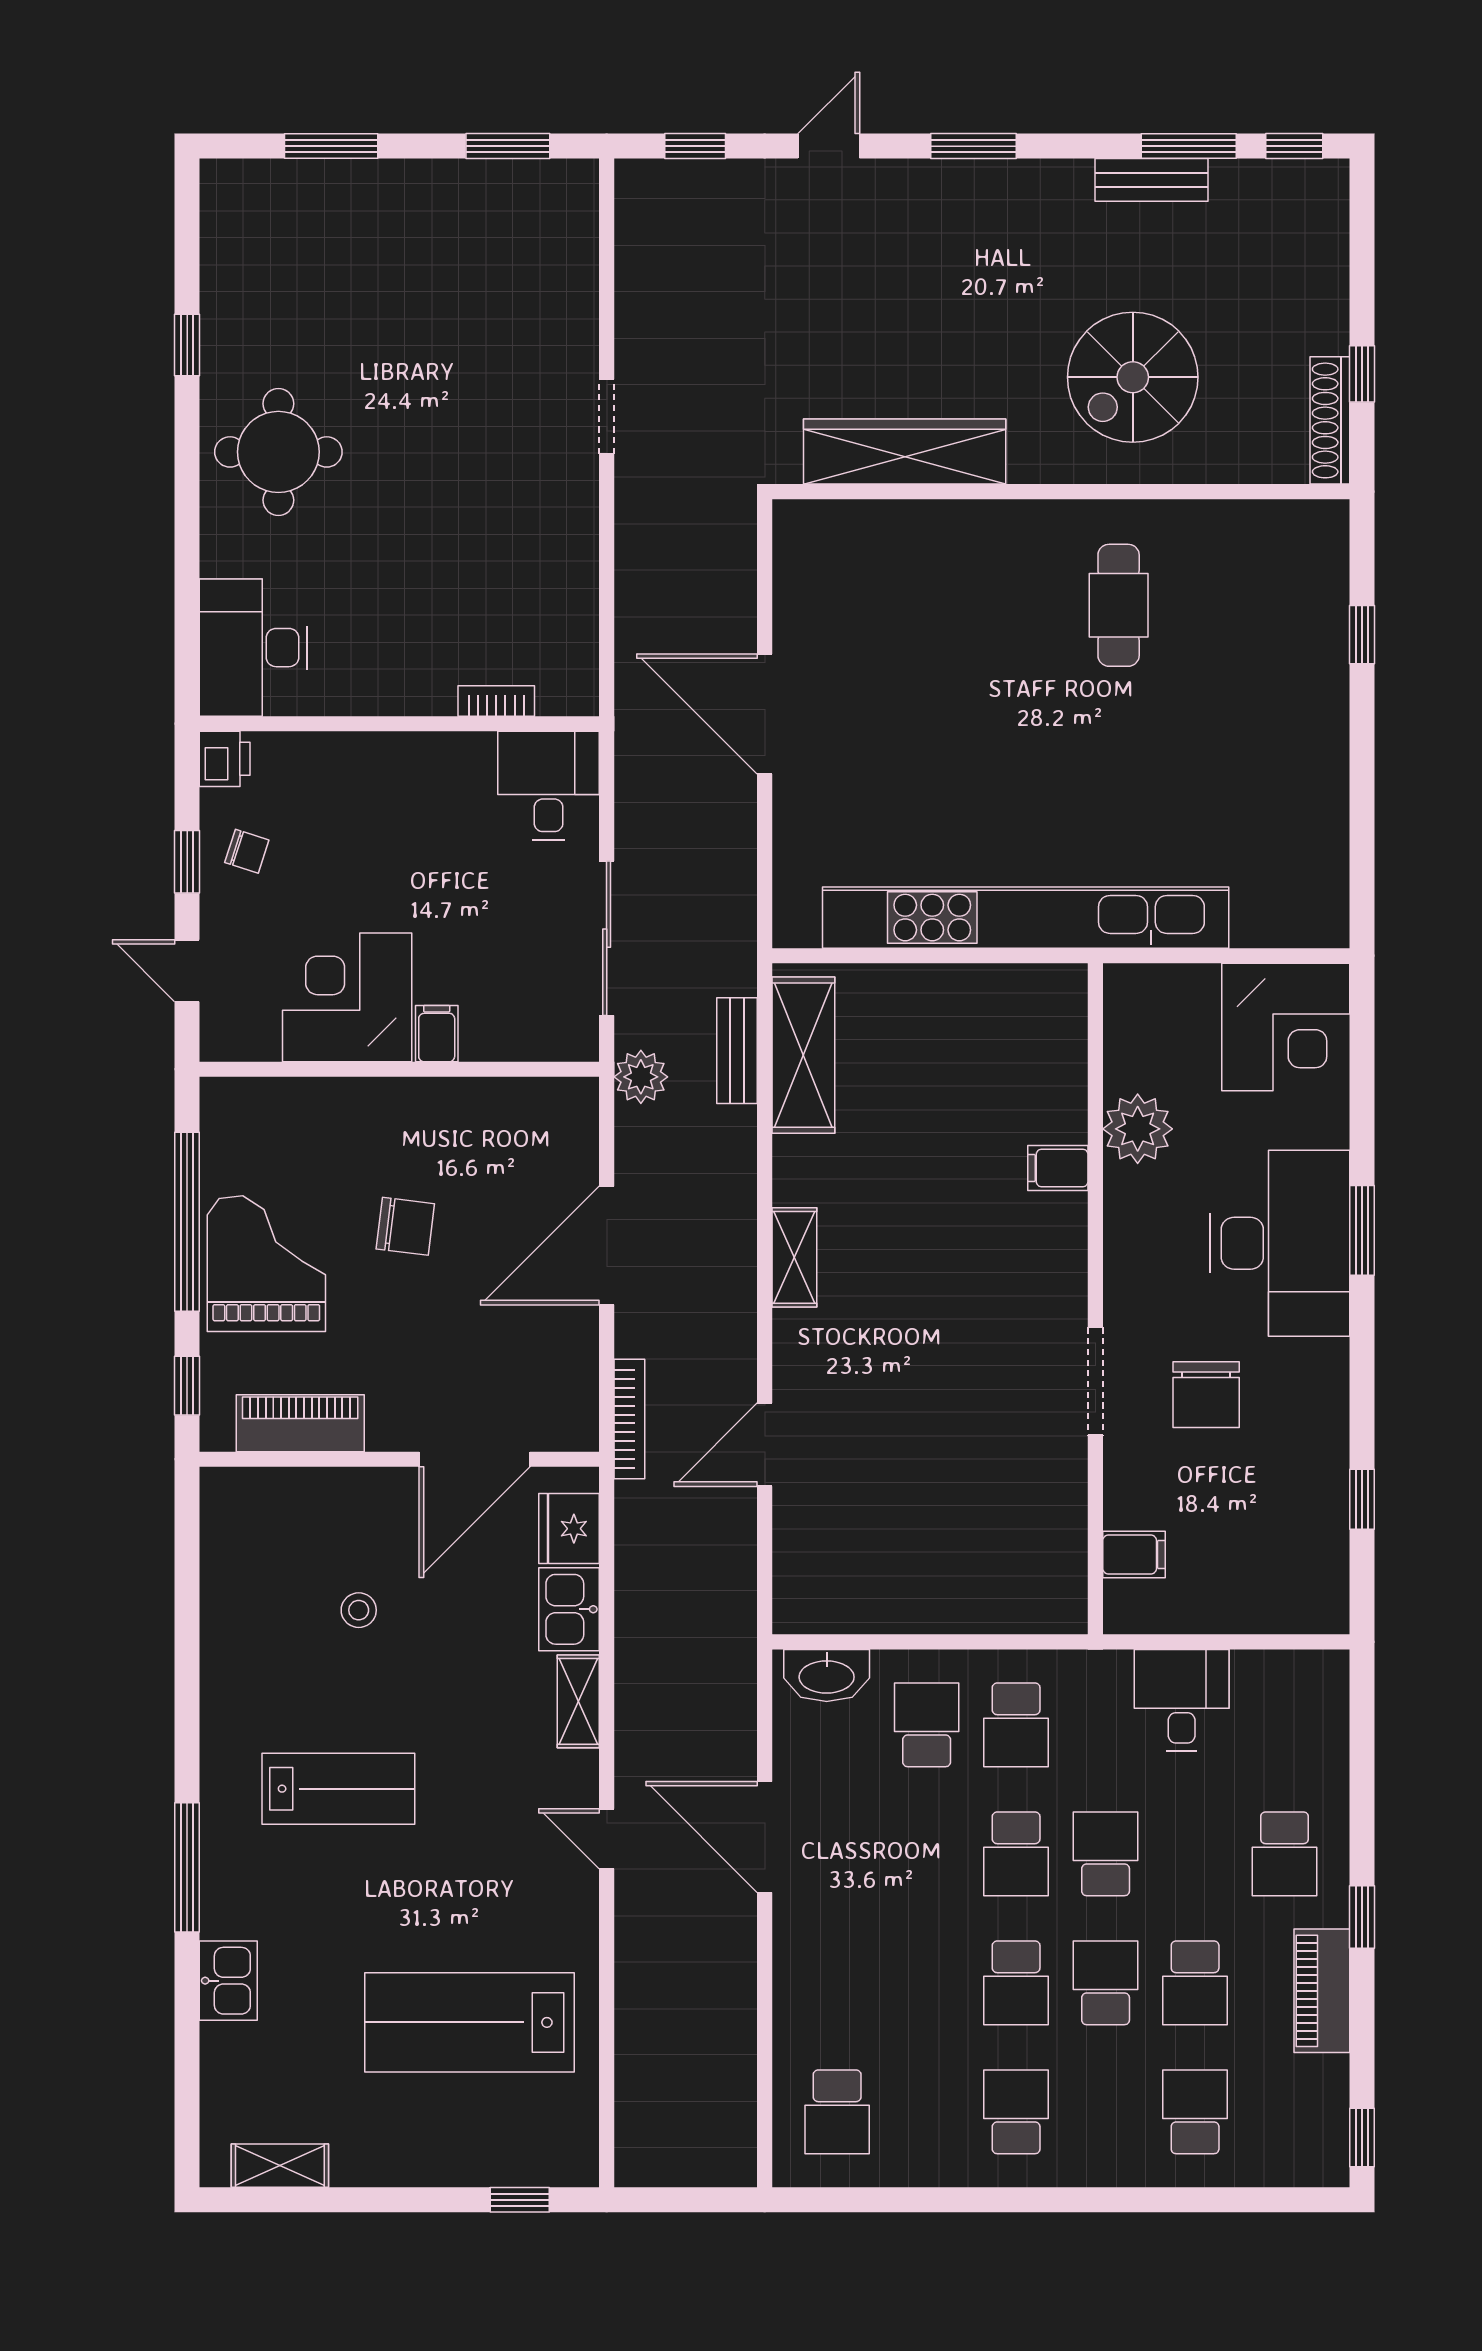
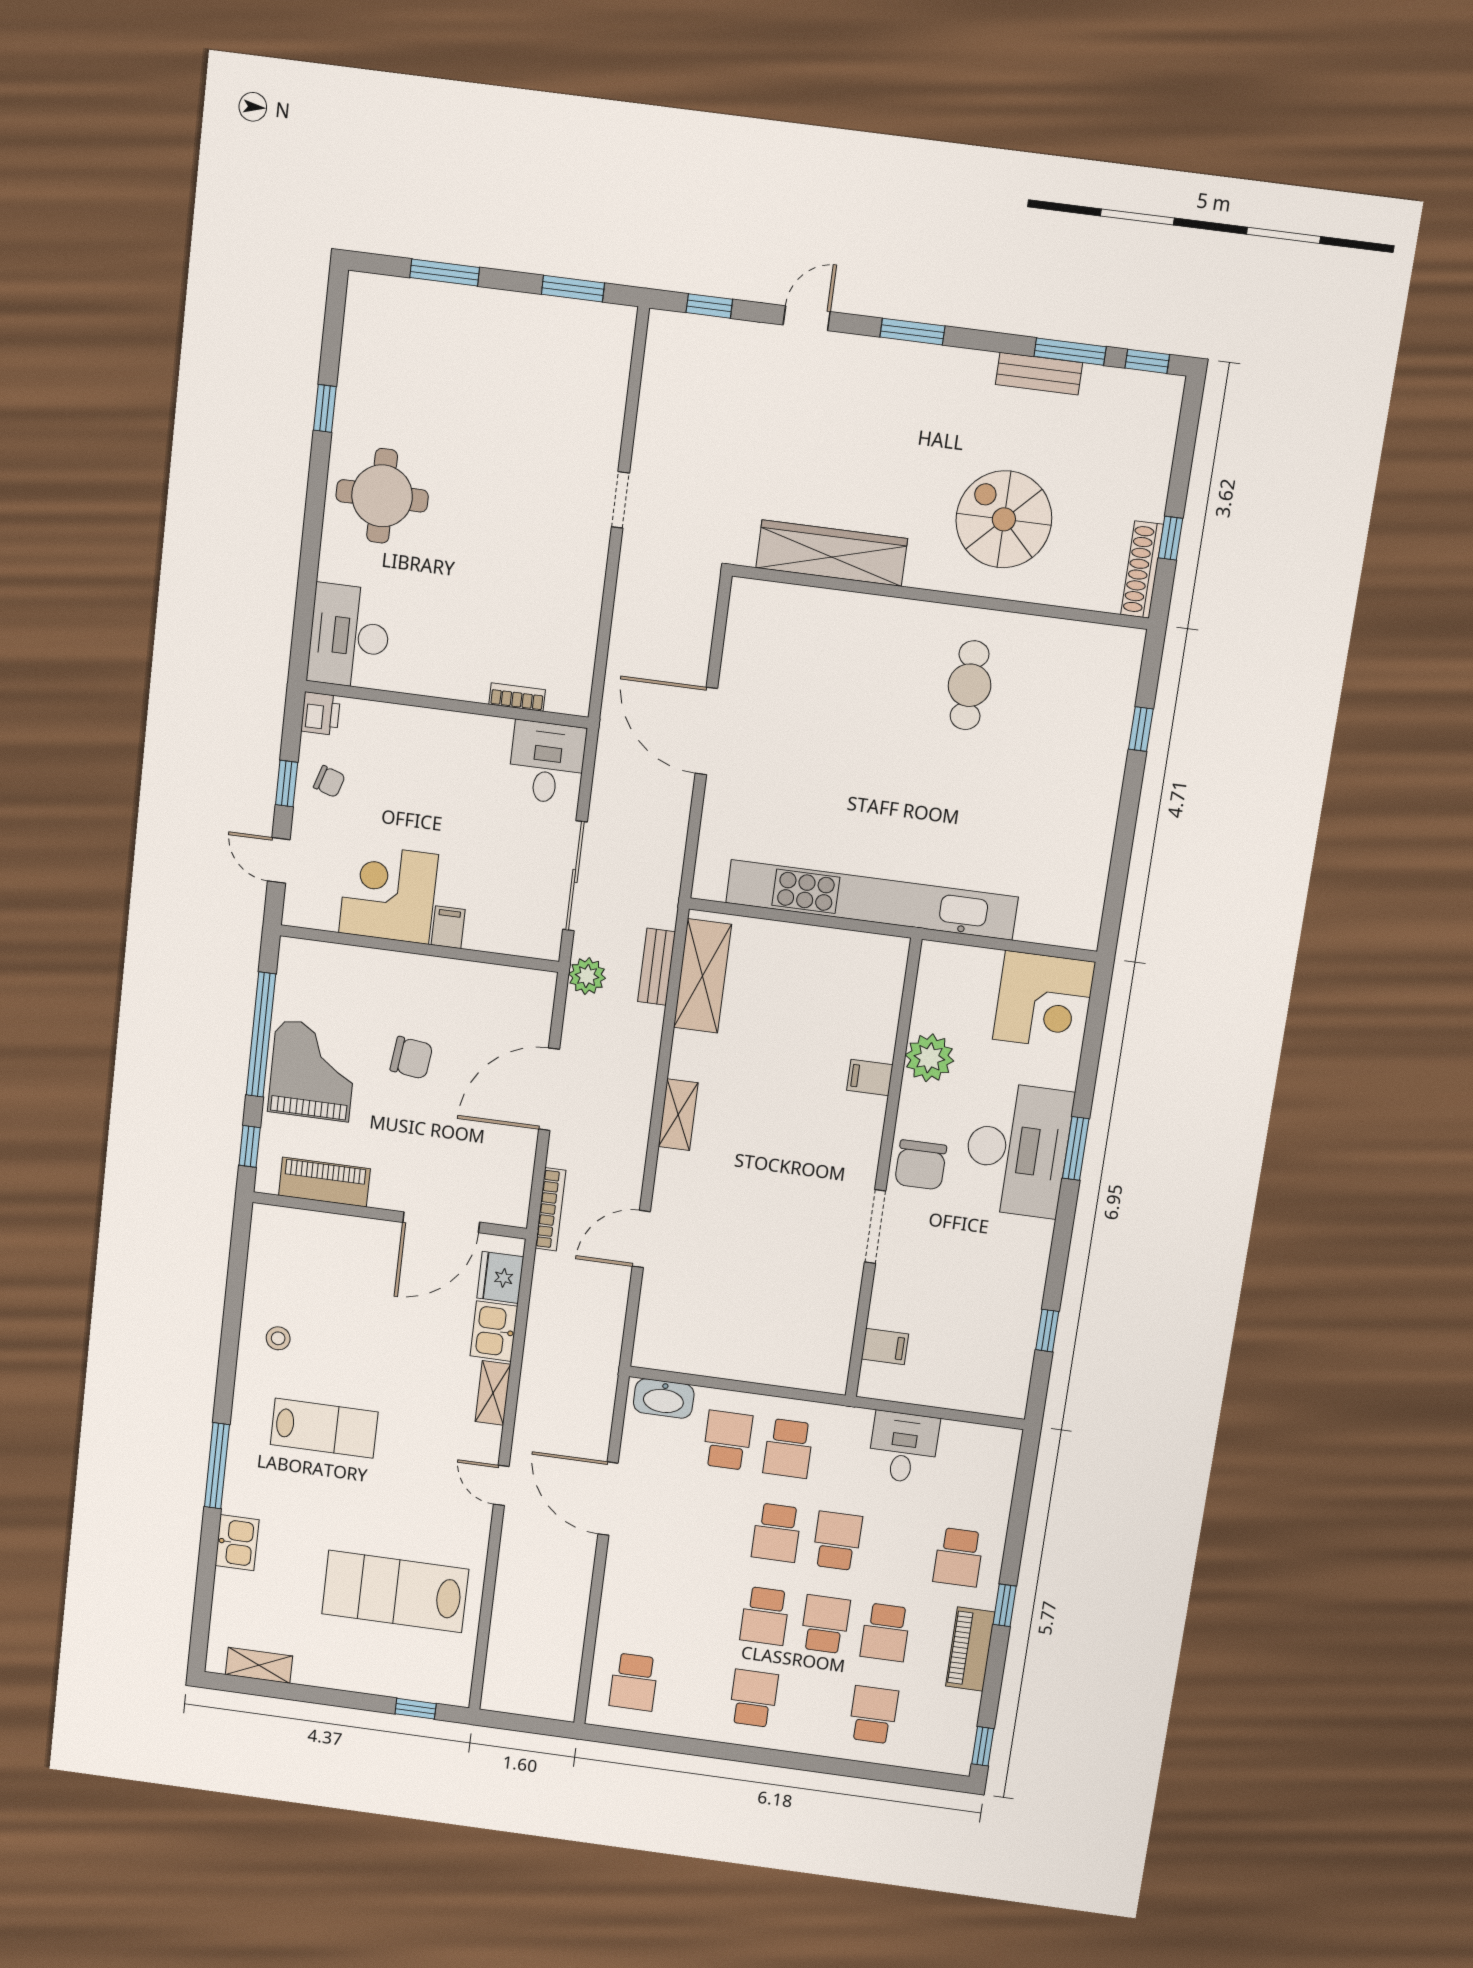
spiral stairs: (1133, 377) -> (1004, 519), turned 90
chair: (1206, 1395) -> (921, 1165), moved
stool: (359, 1610) -> (278, 1338), moved

